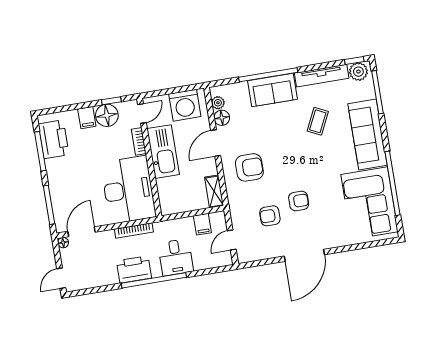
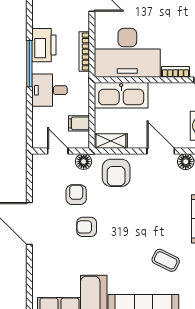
kitchen sink: (163, 152) -> (121, 95), moved
armchair: (249, 167) -> (116, 173), moved
armchair: (299, 201) -> (87, 227), turned 90
floor lamp: (238, 214) -> (84, 162), added
window: (154, 280) -> (29, 64), width x0.68

